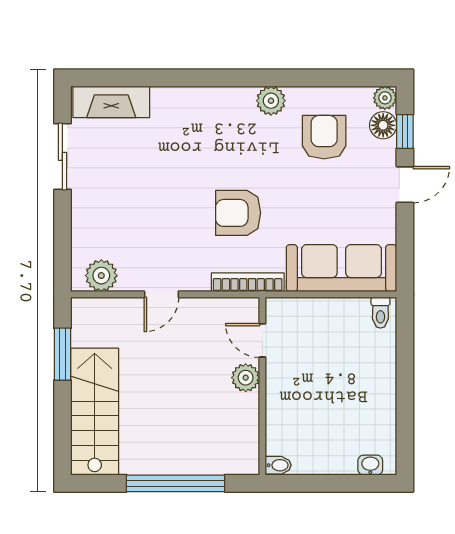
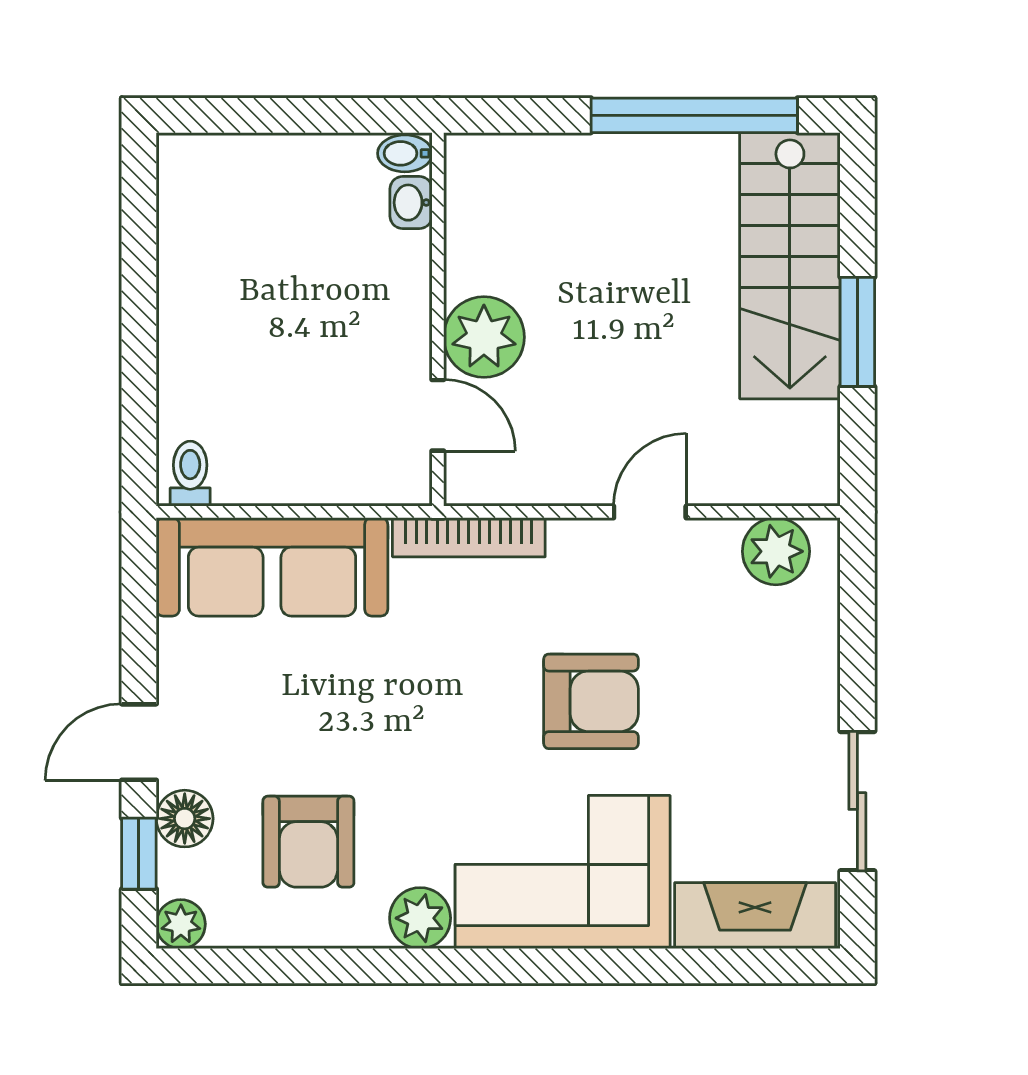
corner sofa: (203, 123) -> (563, 872), added
floor lamp: (383, 125) -> (185, 819), moved
armchair: (238, 213) -> (591, 701), moved
window: (62, 354) -> (857, 332), moved
plant: (246, 378) -> (484, 337), width x1.36, depth x1.36
washbasin: (370, 465) -> (411, 203), moved, turned 90
window: (176, 483) -> (694, 115), moved

